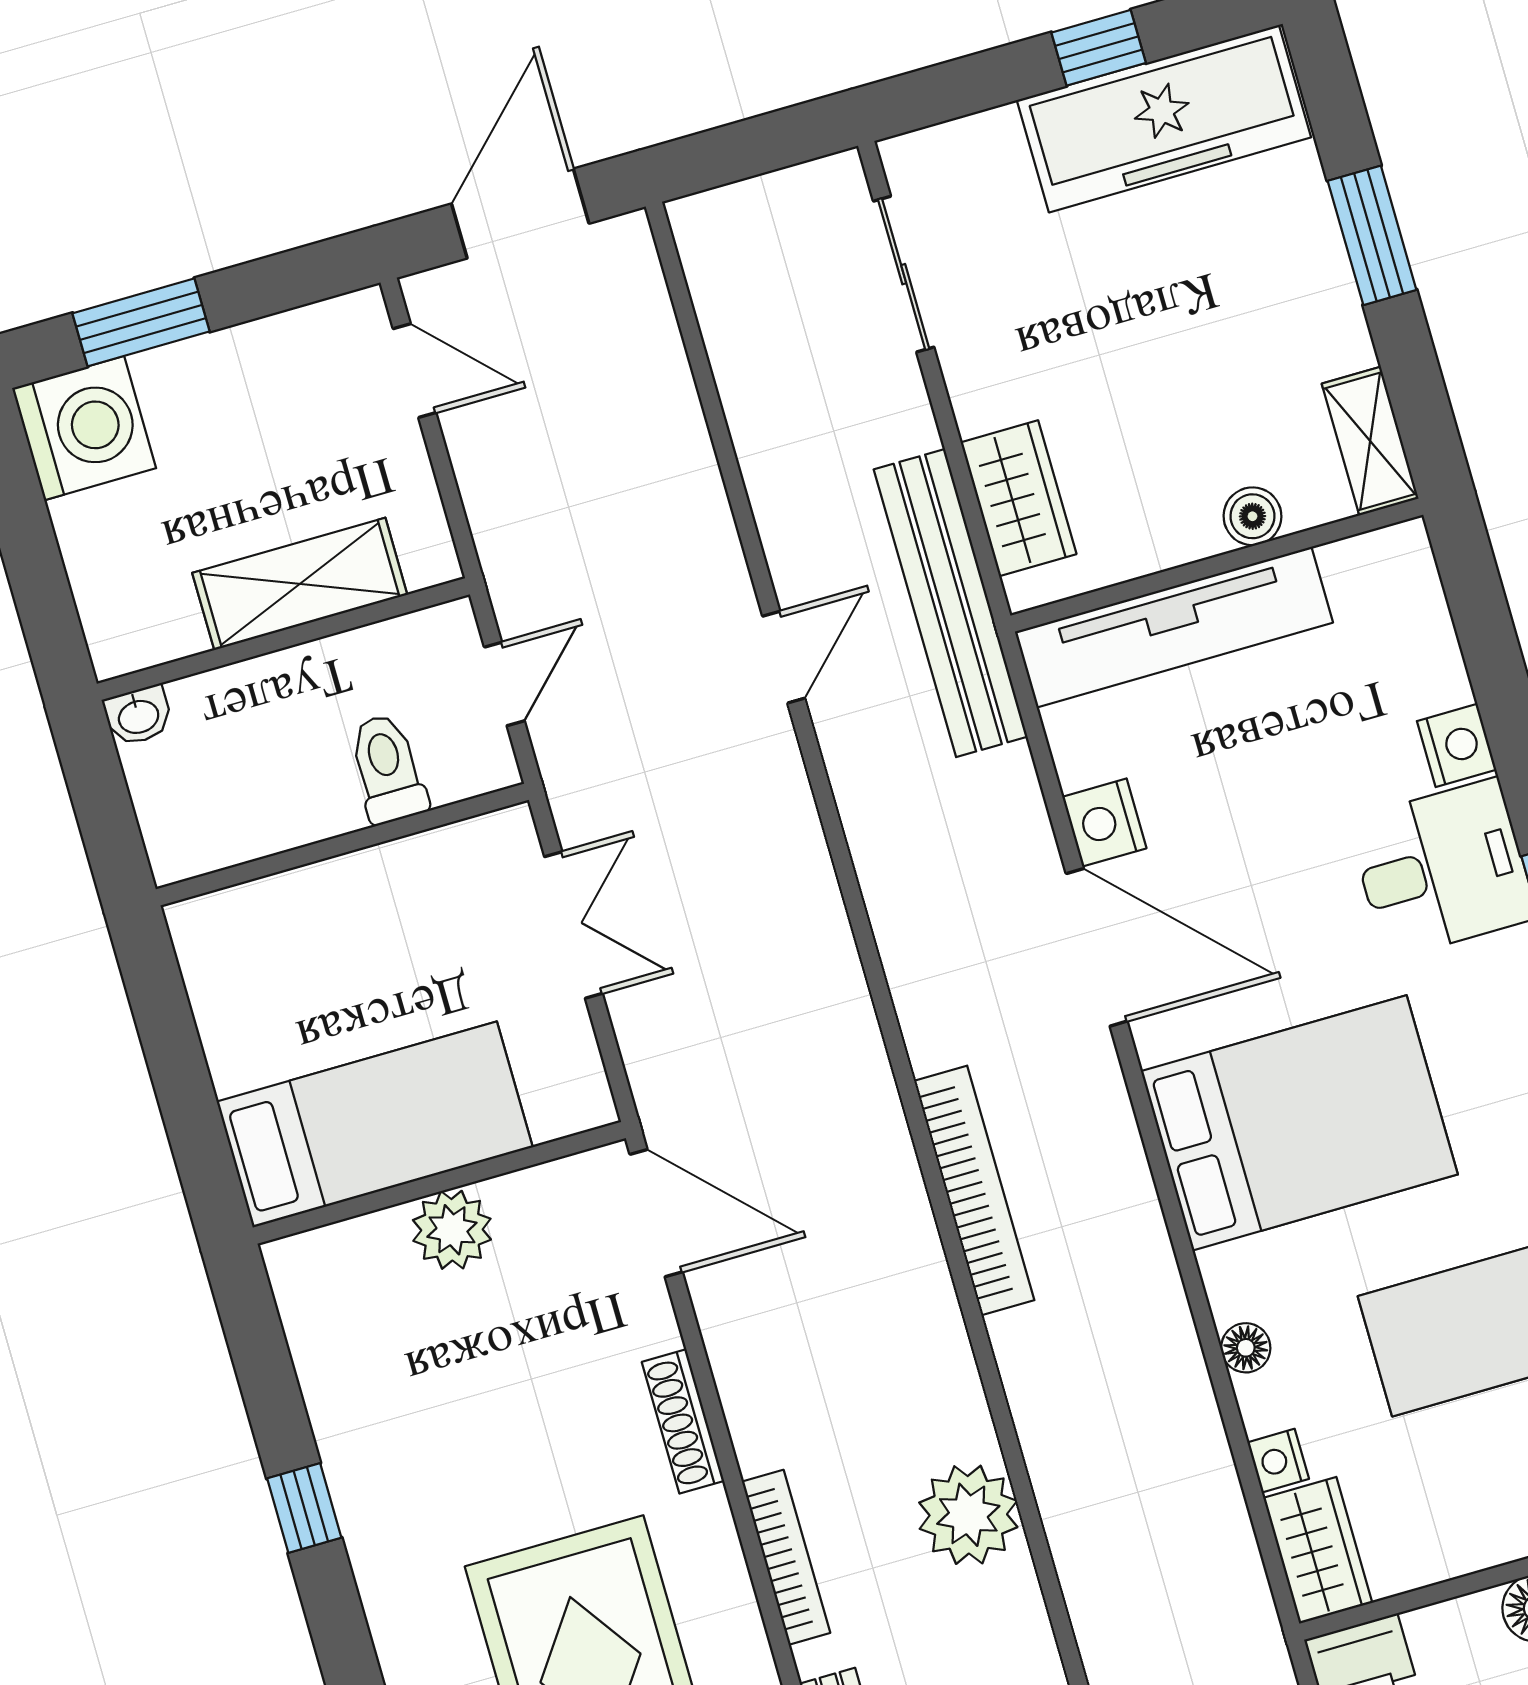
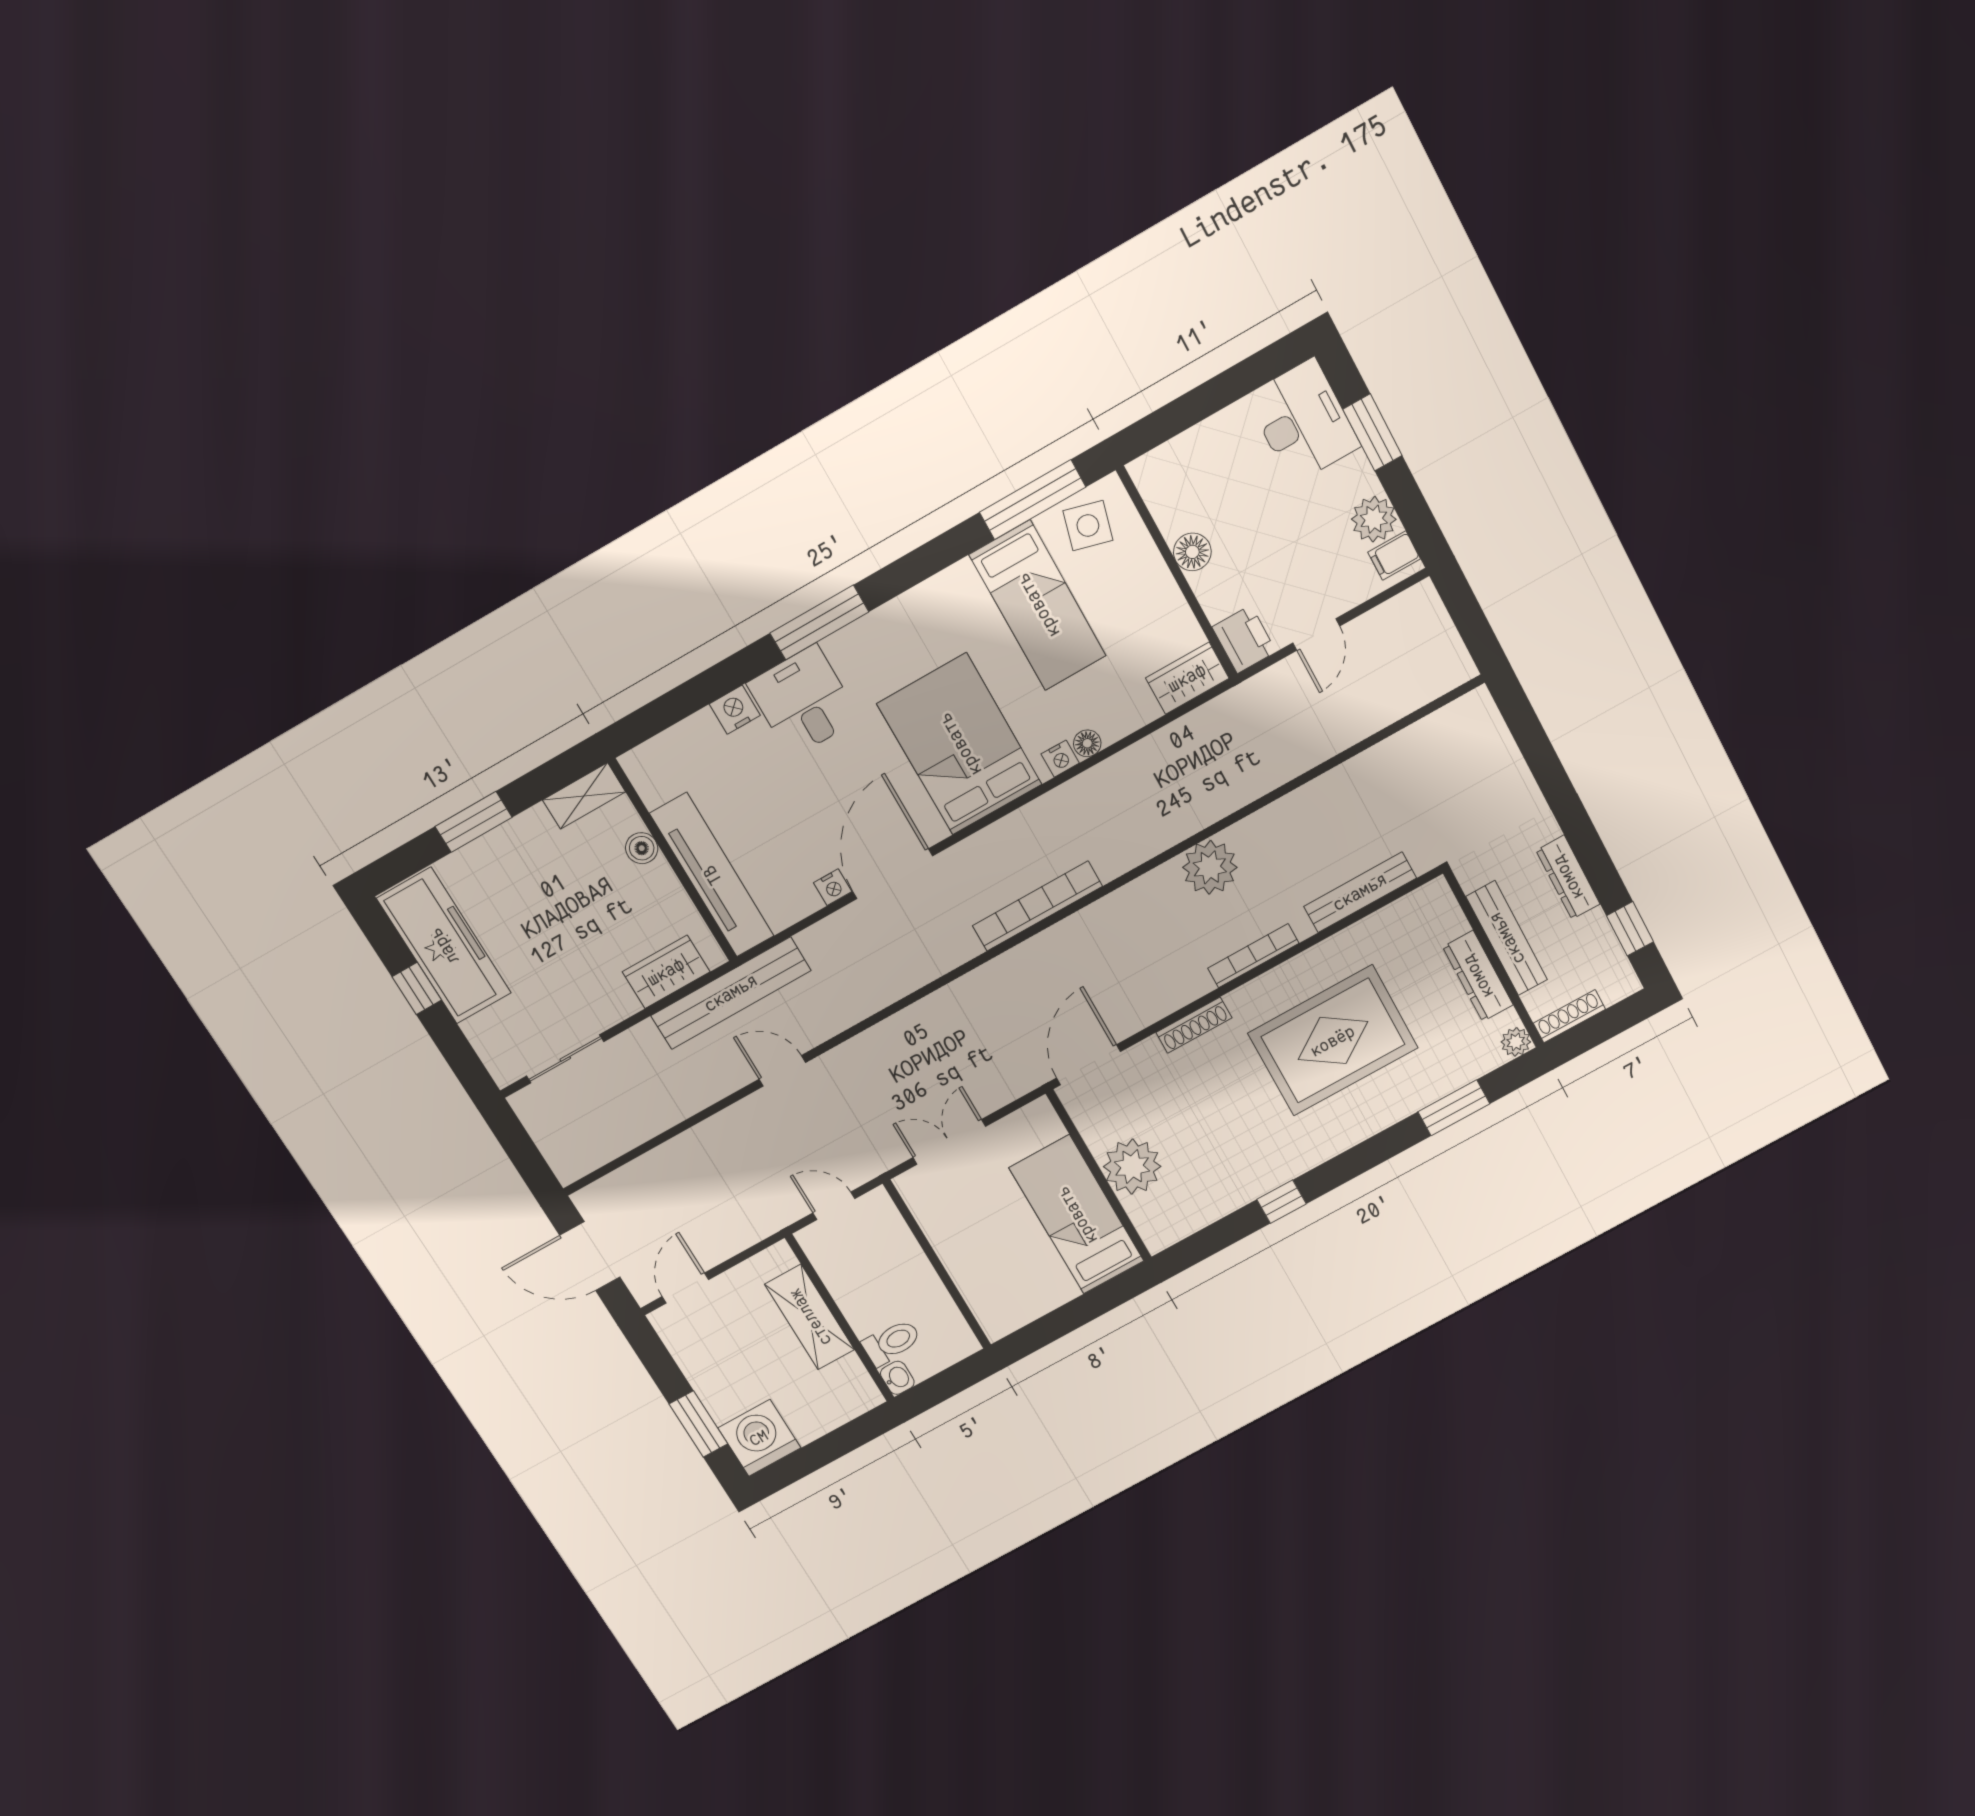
toilet: (387, 769) -> (892, 1342), moved, turned 180
nightstand: (1104, 823) -> (833, 887), width x0.72, depth x0.74
plant: (452, 1230) -> (1132, 1167), width x1.36, depth x1.36
nightstand: (1278, 1461) -> (1060, 759), moved

